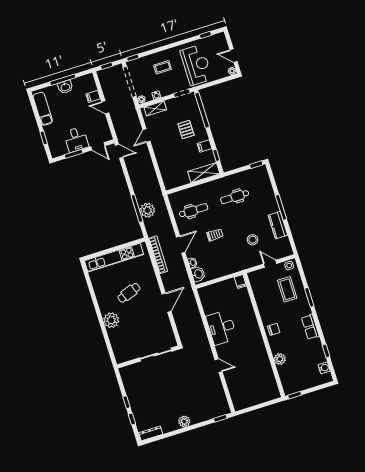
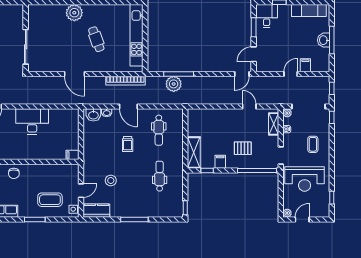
desk: (76, 139) -> (267, 16), moved, turned 90
kitchen counter: (278, 225) -> (96, 211), moved

